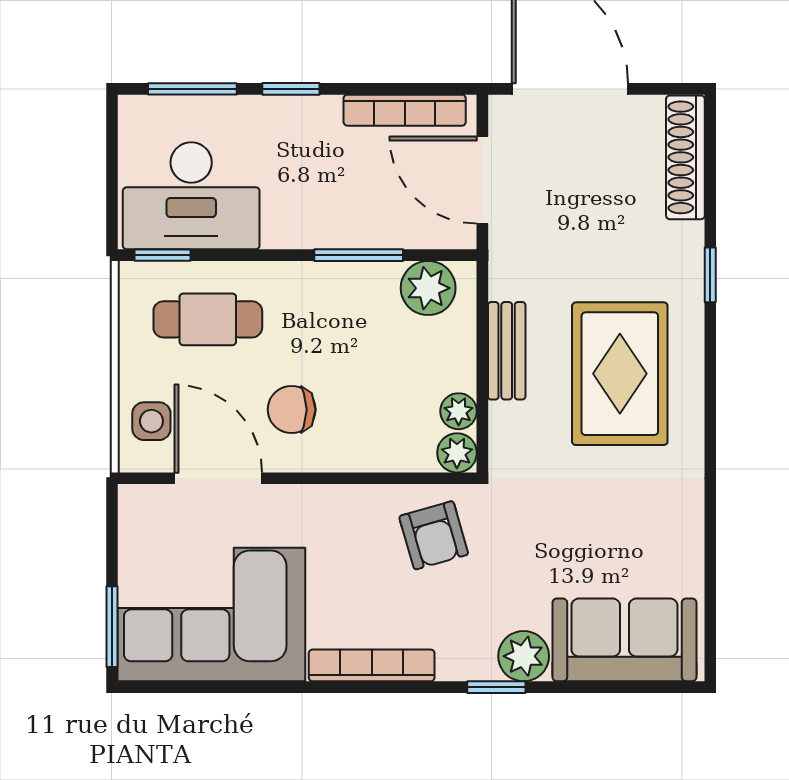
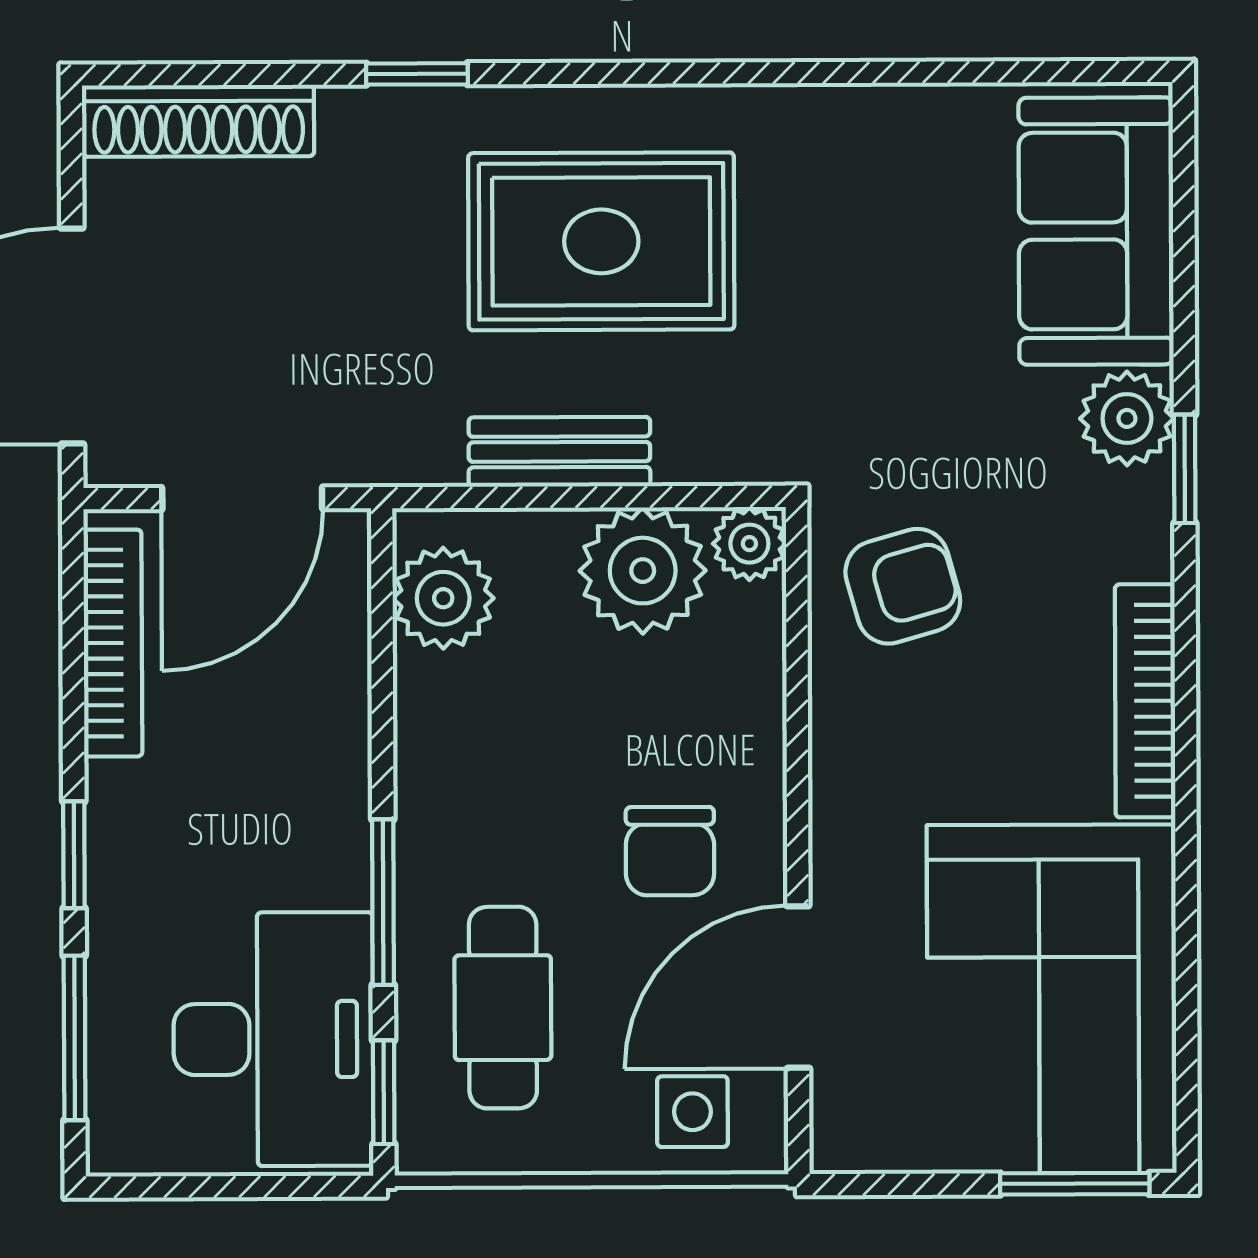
window: (359, 255) -> (383, 902), moved
plant: (459, 411) -> (643, 571), width x1.87, depth x1.87

